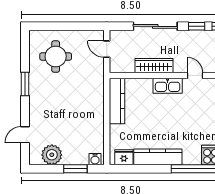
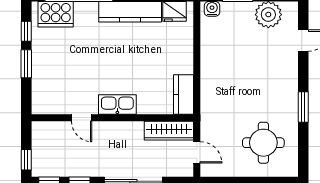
wardrobe: (154, 66) -> (169, 131), moved
kitchen counter: (117, 101) -> (183, 95), width x0.67

